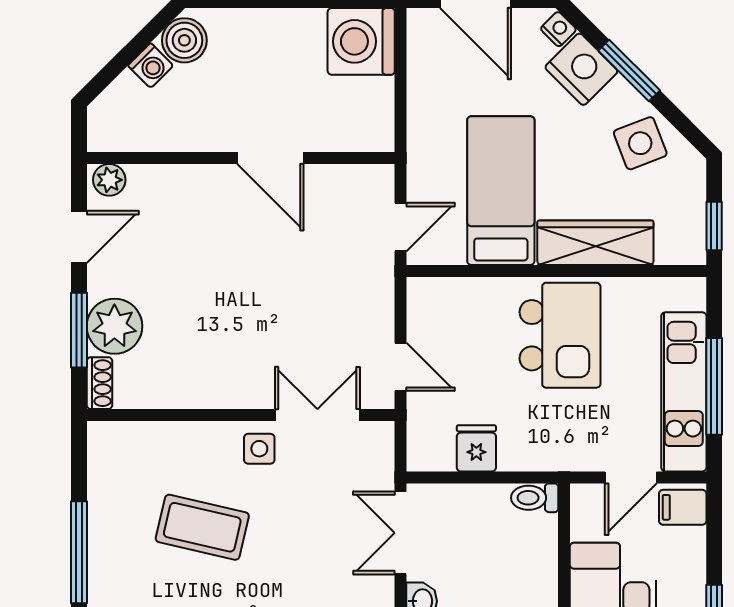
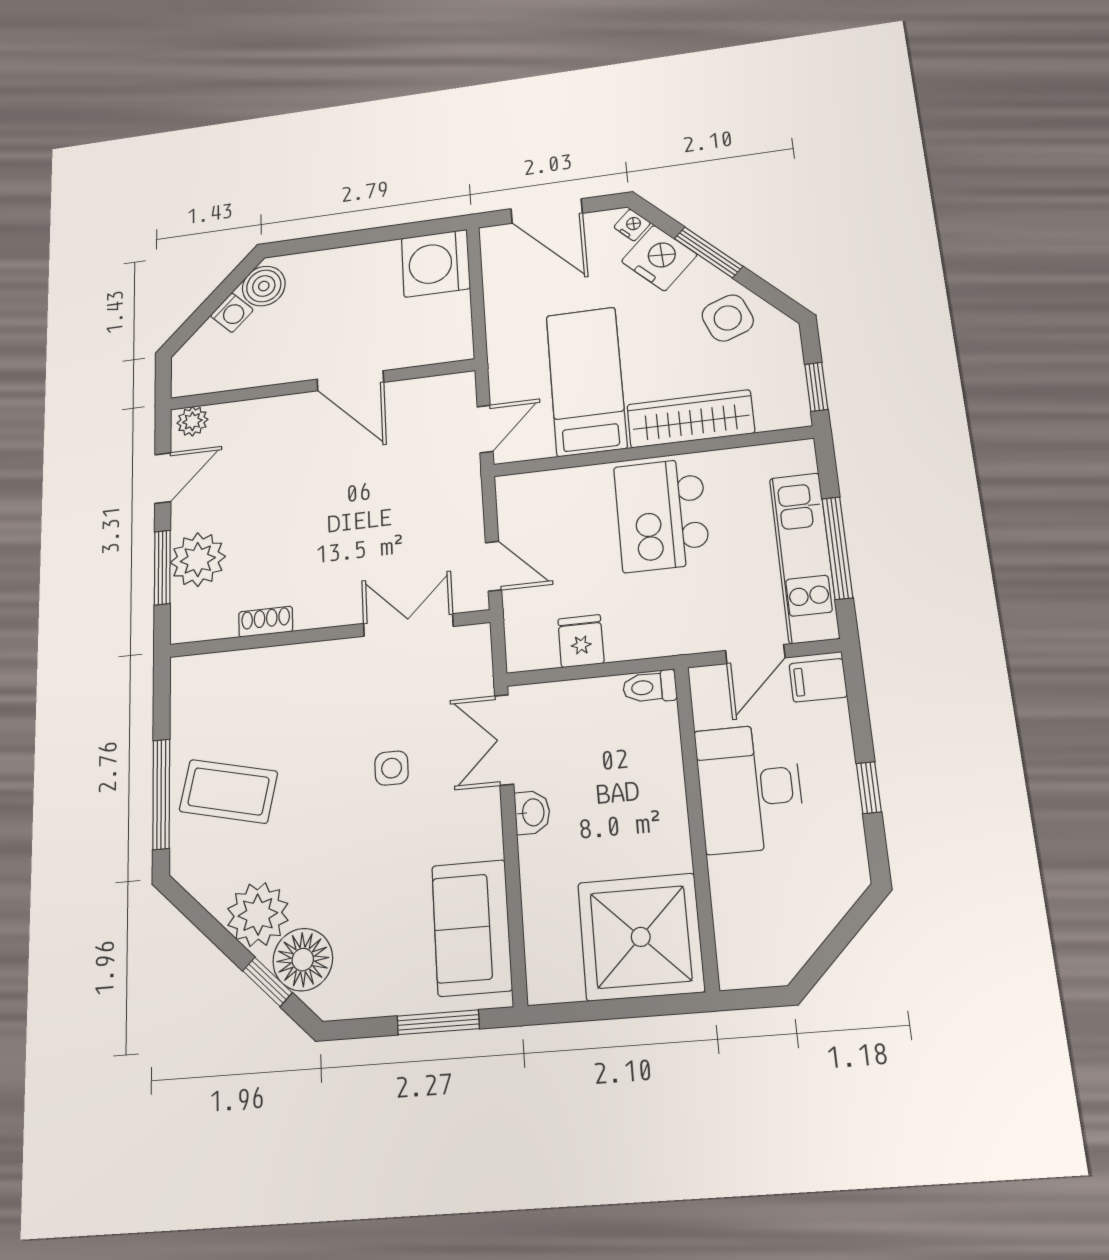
kitchen island: (560, 335) -> (662, 515), turned 180
shoe rack: (100, 383) -> (266, 622), moved, turned -90
side table: (259, 449) -> (392, 768), moved
coffee table: (202, 527) -> (228, 791), moved

